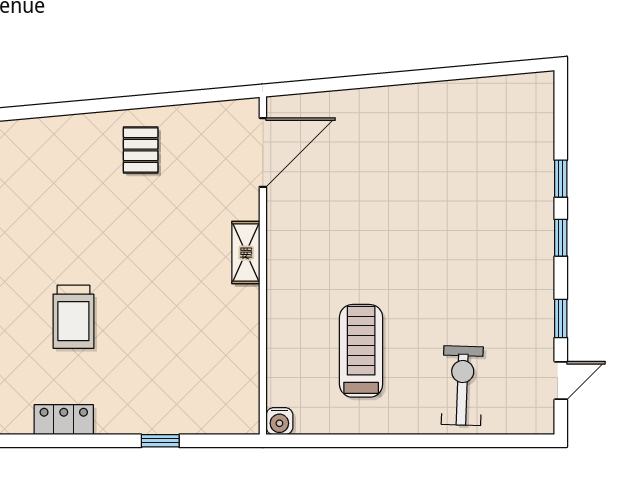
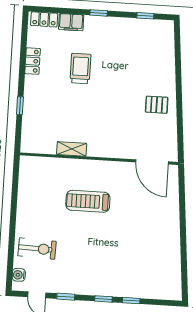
shelving: (246, 253) -> (72, 149), moved
trolley: (73, 317) -> (80, 69), turned 90
treadmill: (361, 351) -> (88, 201), moved, turned 180
water cooler: (279, 421) -> (19, 275), moved

